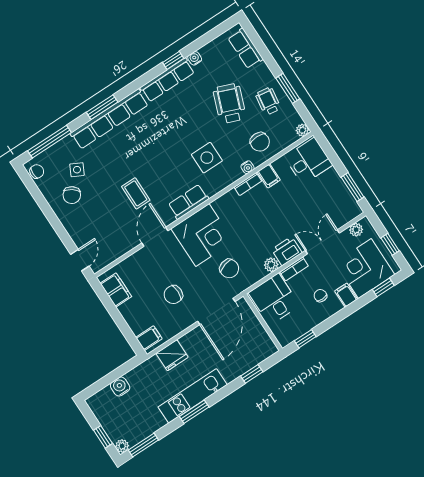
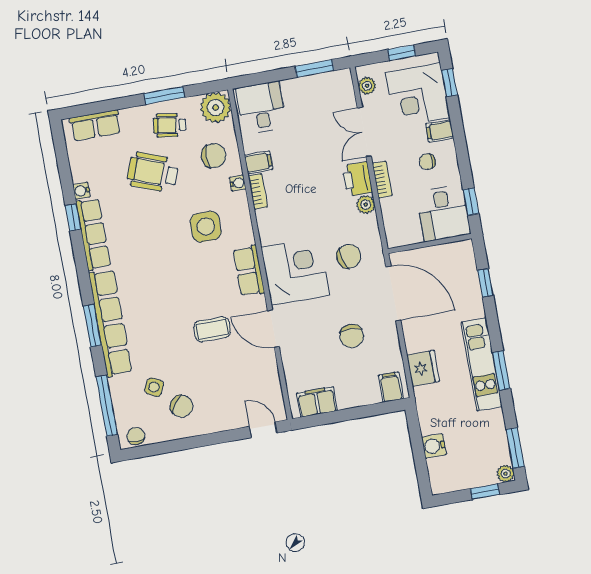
plant: (302, 130) -> (216, 108), width x1.88, depth x1.88
desk: (274, 299) -> (443, 213), moved, turned -90

